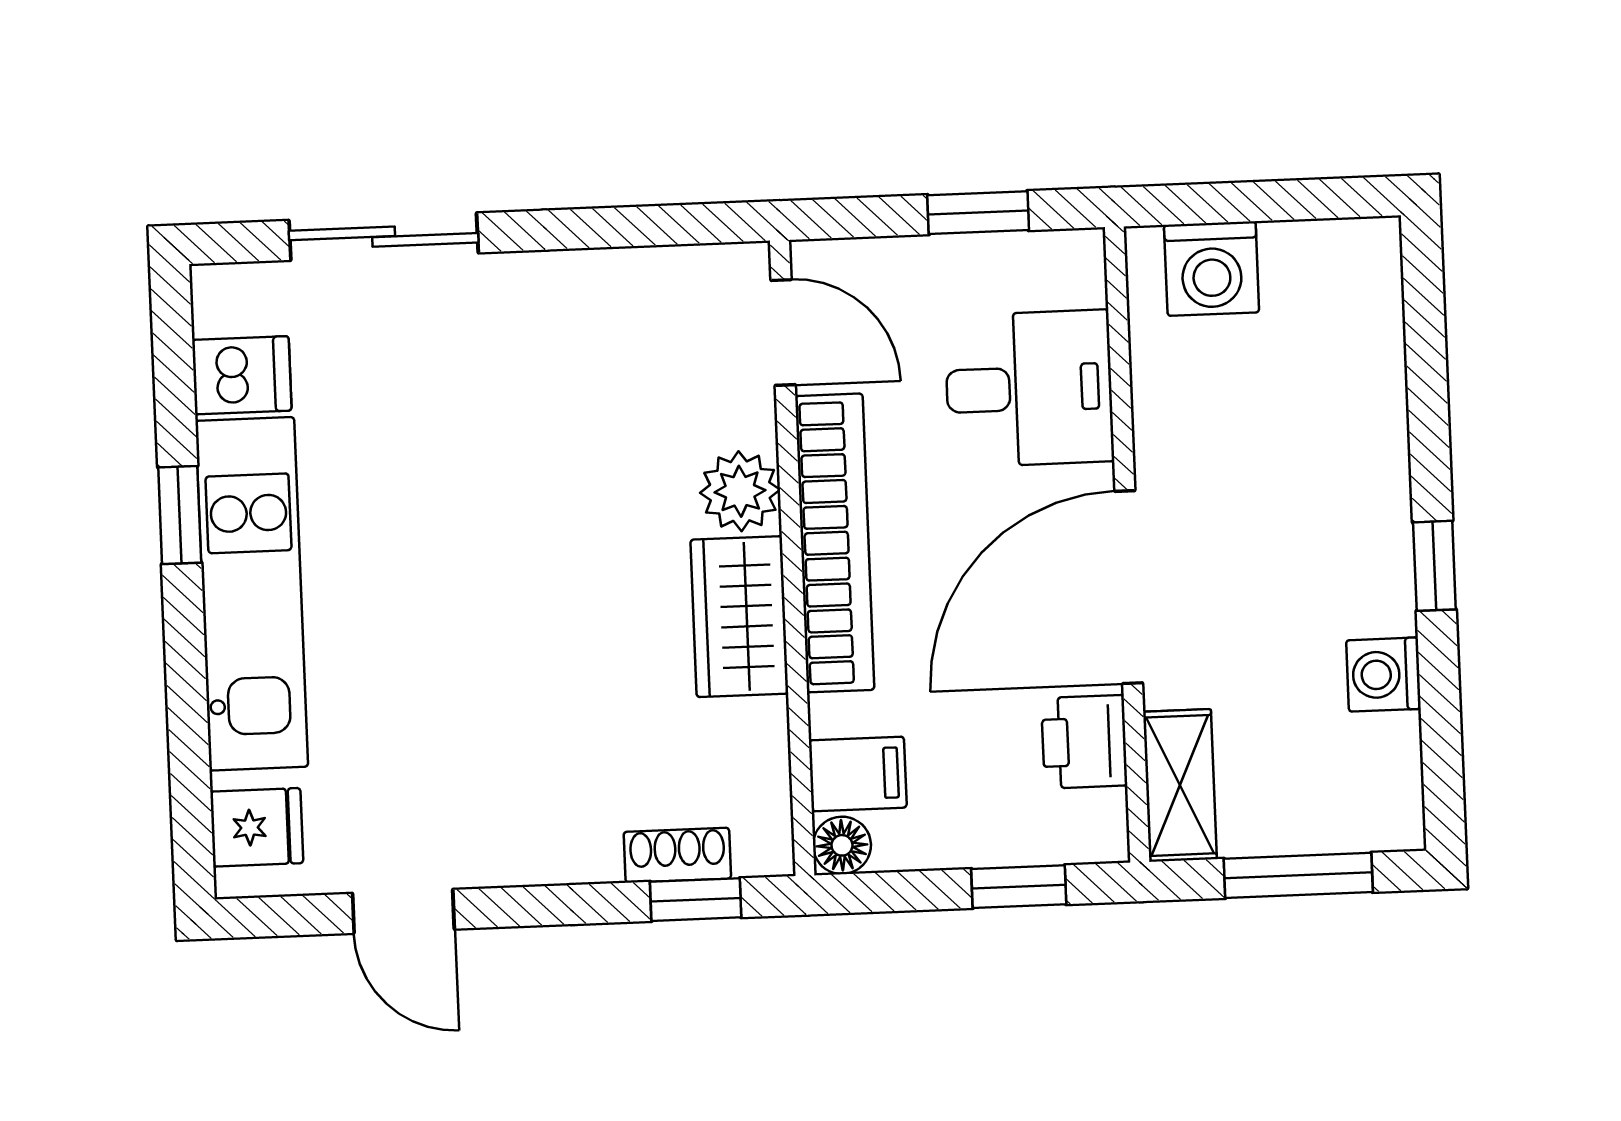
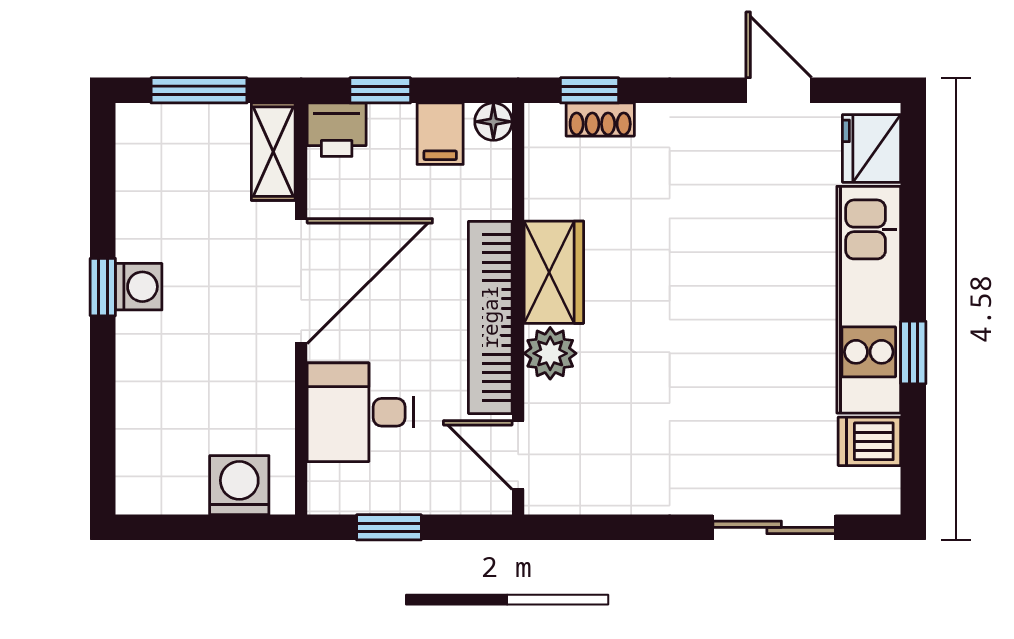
washing machine: (1383, 675) -> (139, 287), moved
printer: (1084, 742) -> (337, 130), moved, turned 90
filing cabinet: (858, 774) -> (440, 134), moved, turned -90
fridge: (257, 827) -> (872, 148), width x1.38

